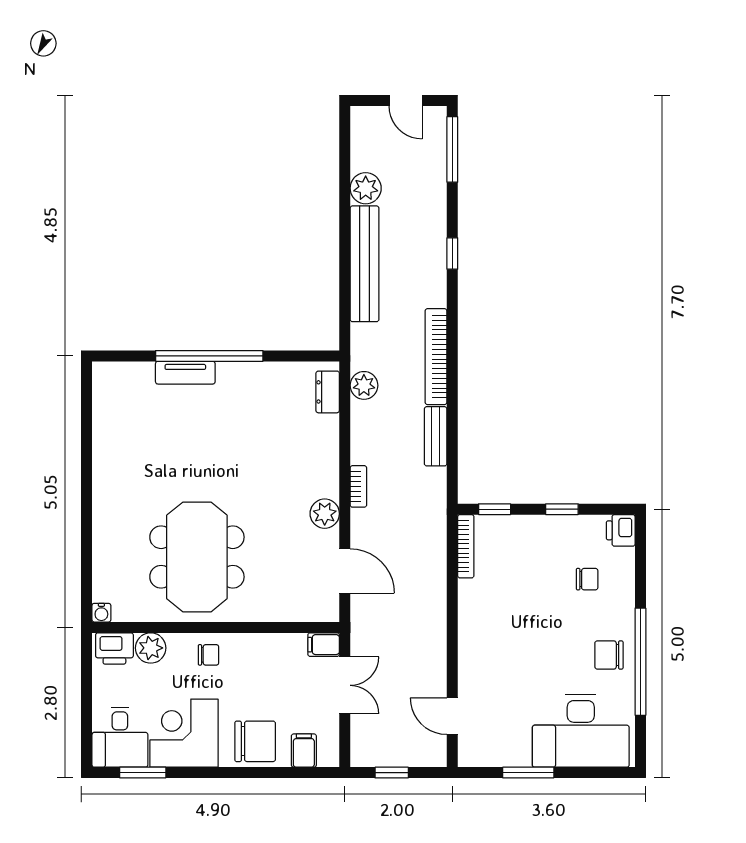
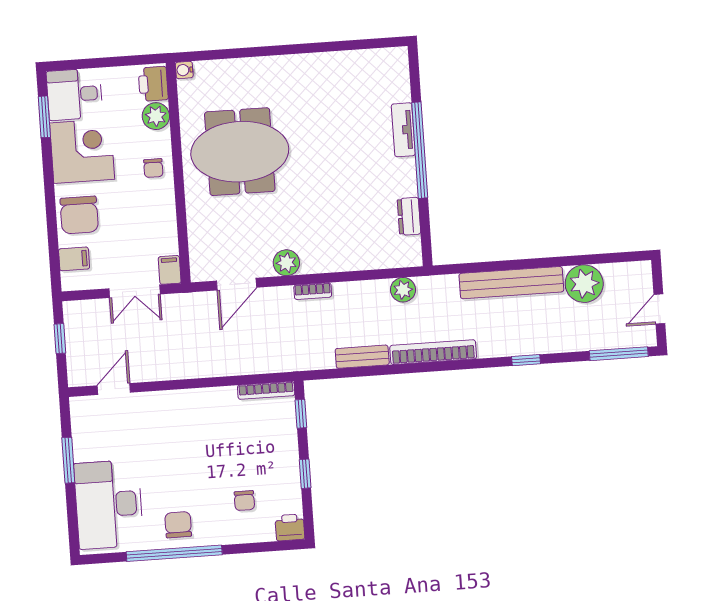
plant: (366, 188) -> (584, 284), width x1.36, depth x1.36
dresser: (328, 392) -> (409, 216), moved, turned -90

